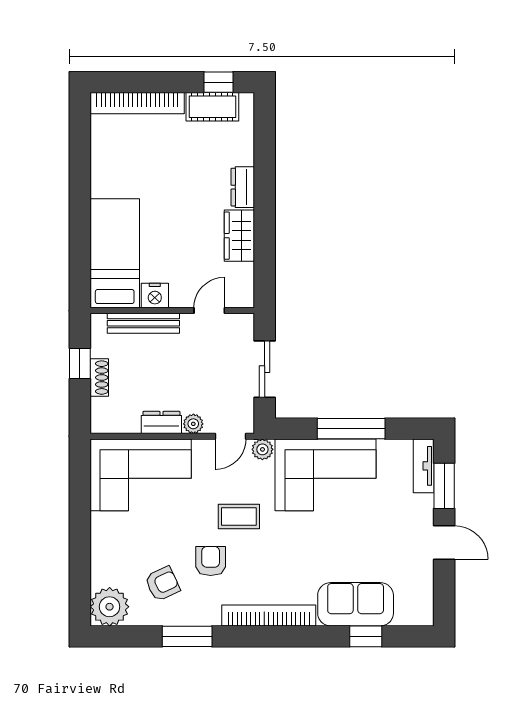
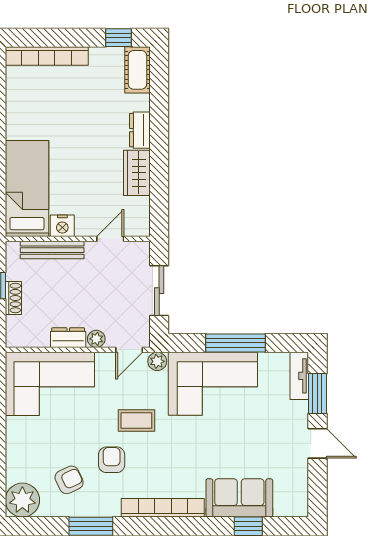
cot: (212, 107) -> (137, 70), moved, turned 90

